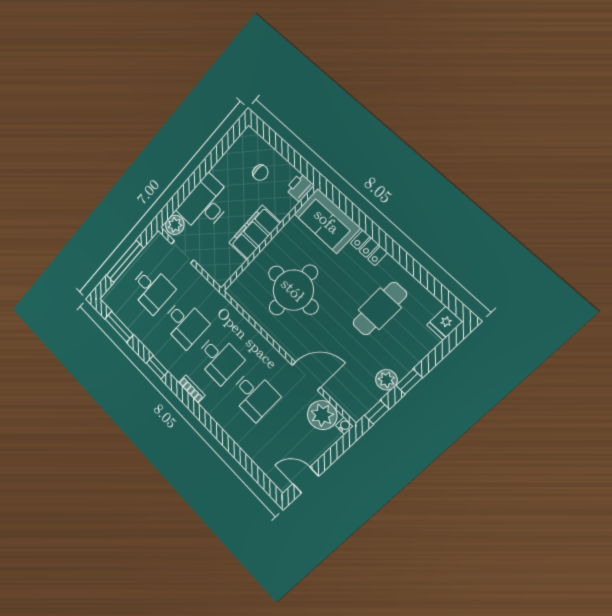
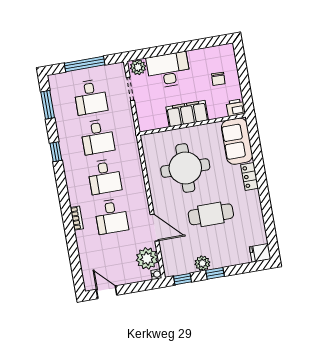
cafe table: (380, 309) -> (211, 214), moved
bookcase: (192, 389) -> (77, 218), moved

